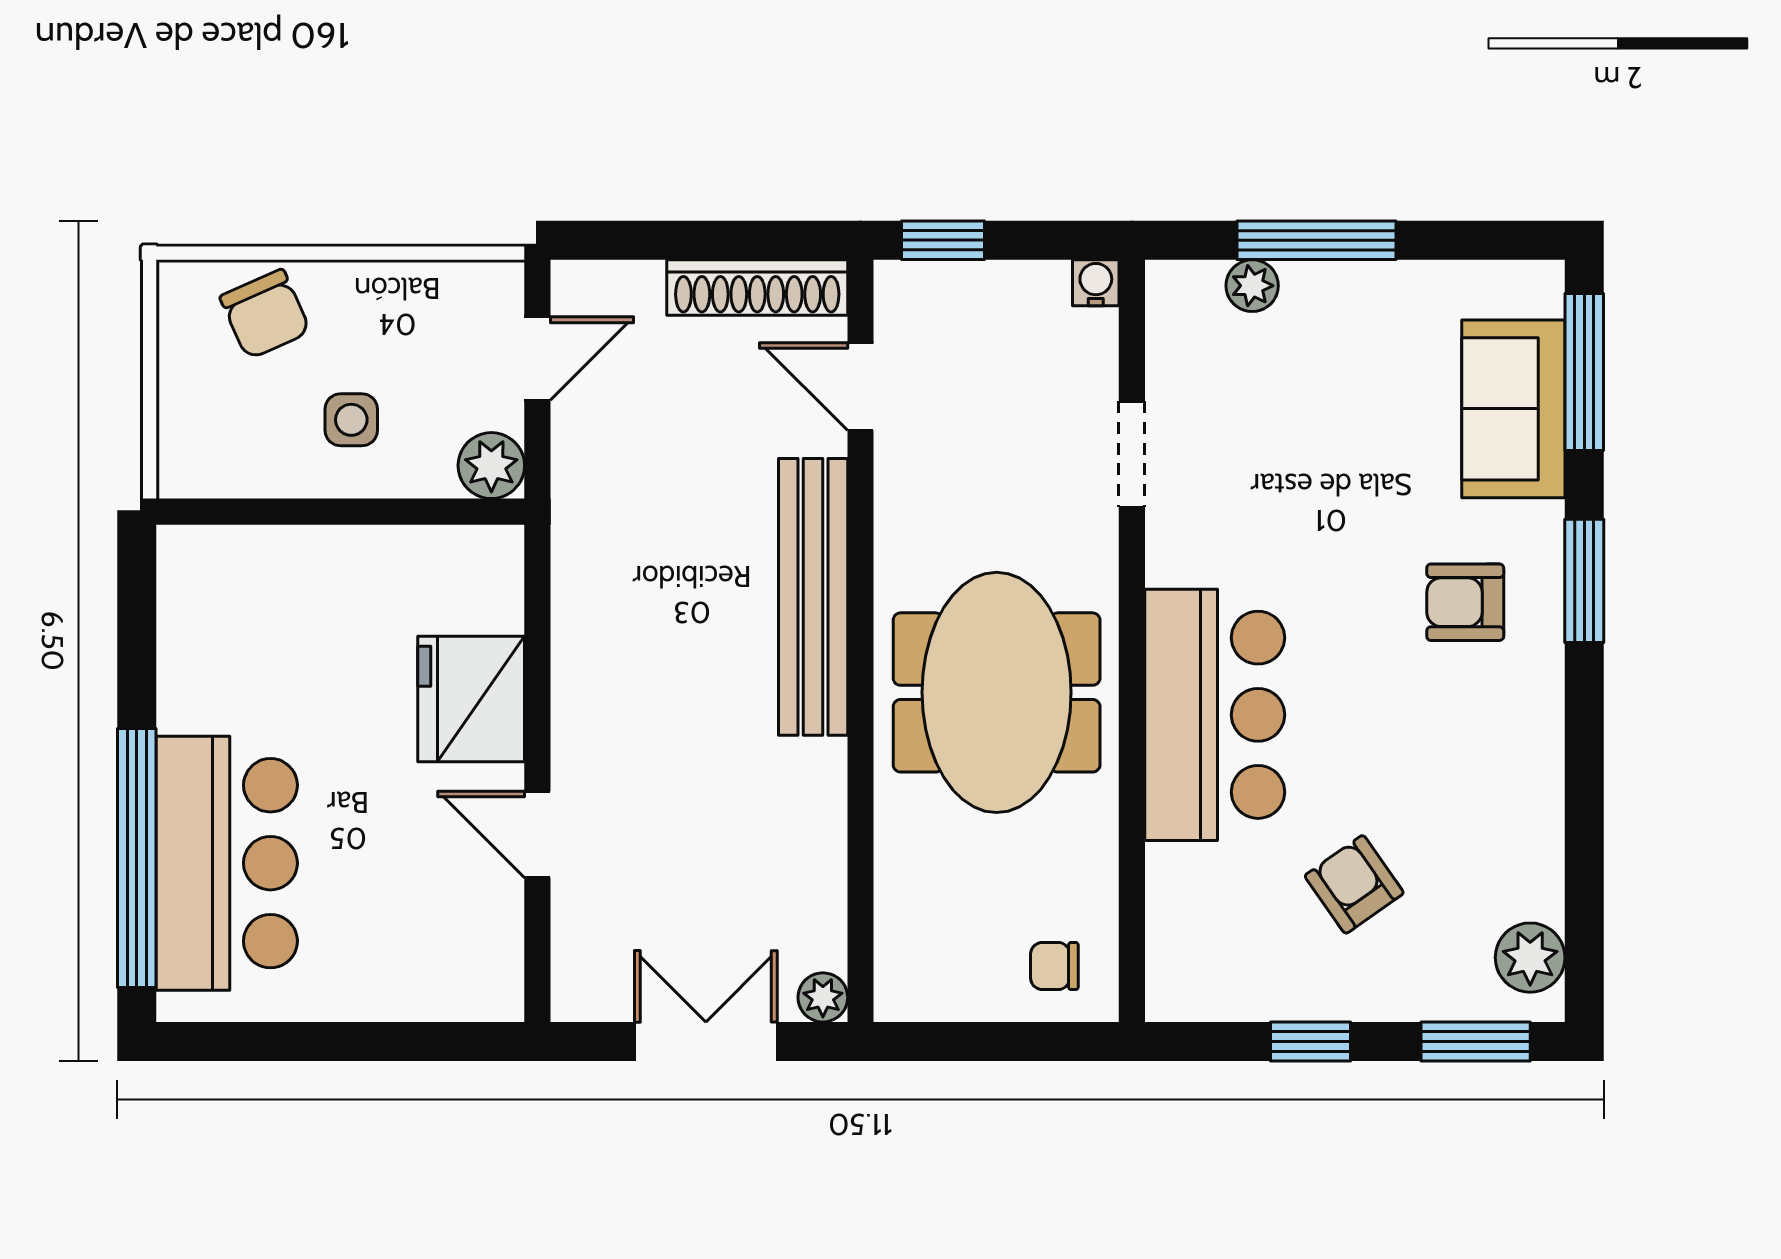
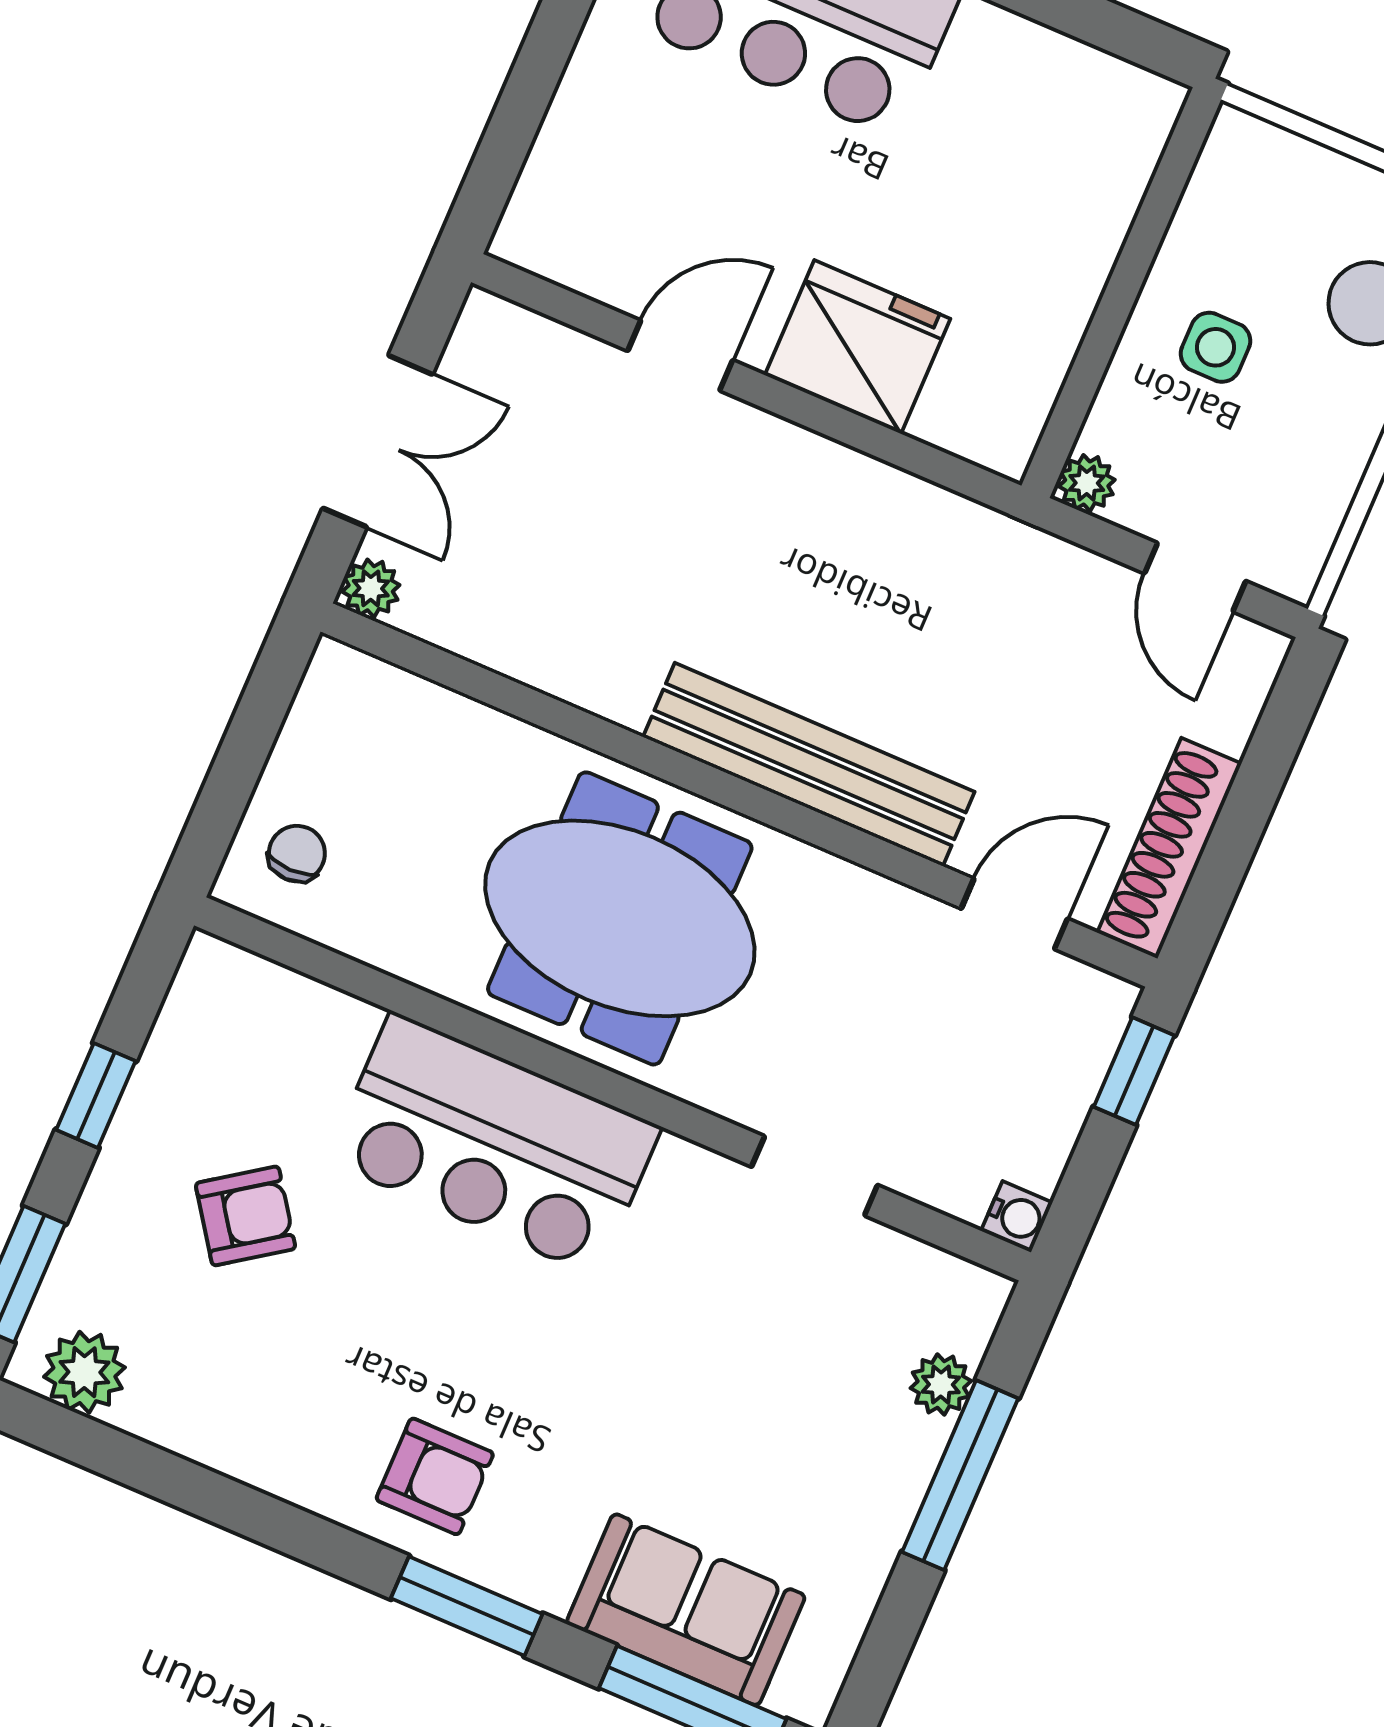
plant: (491, 466) -> (1087, 483), width x0.73, depth x0.73
armchair: (1465, 602) -> (435, 1476), moved, turned 90

